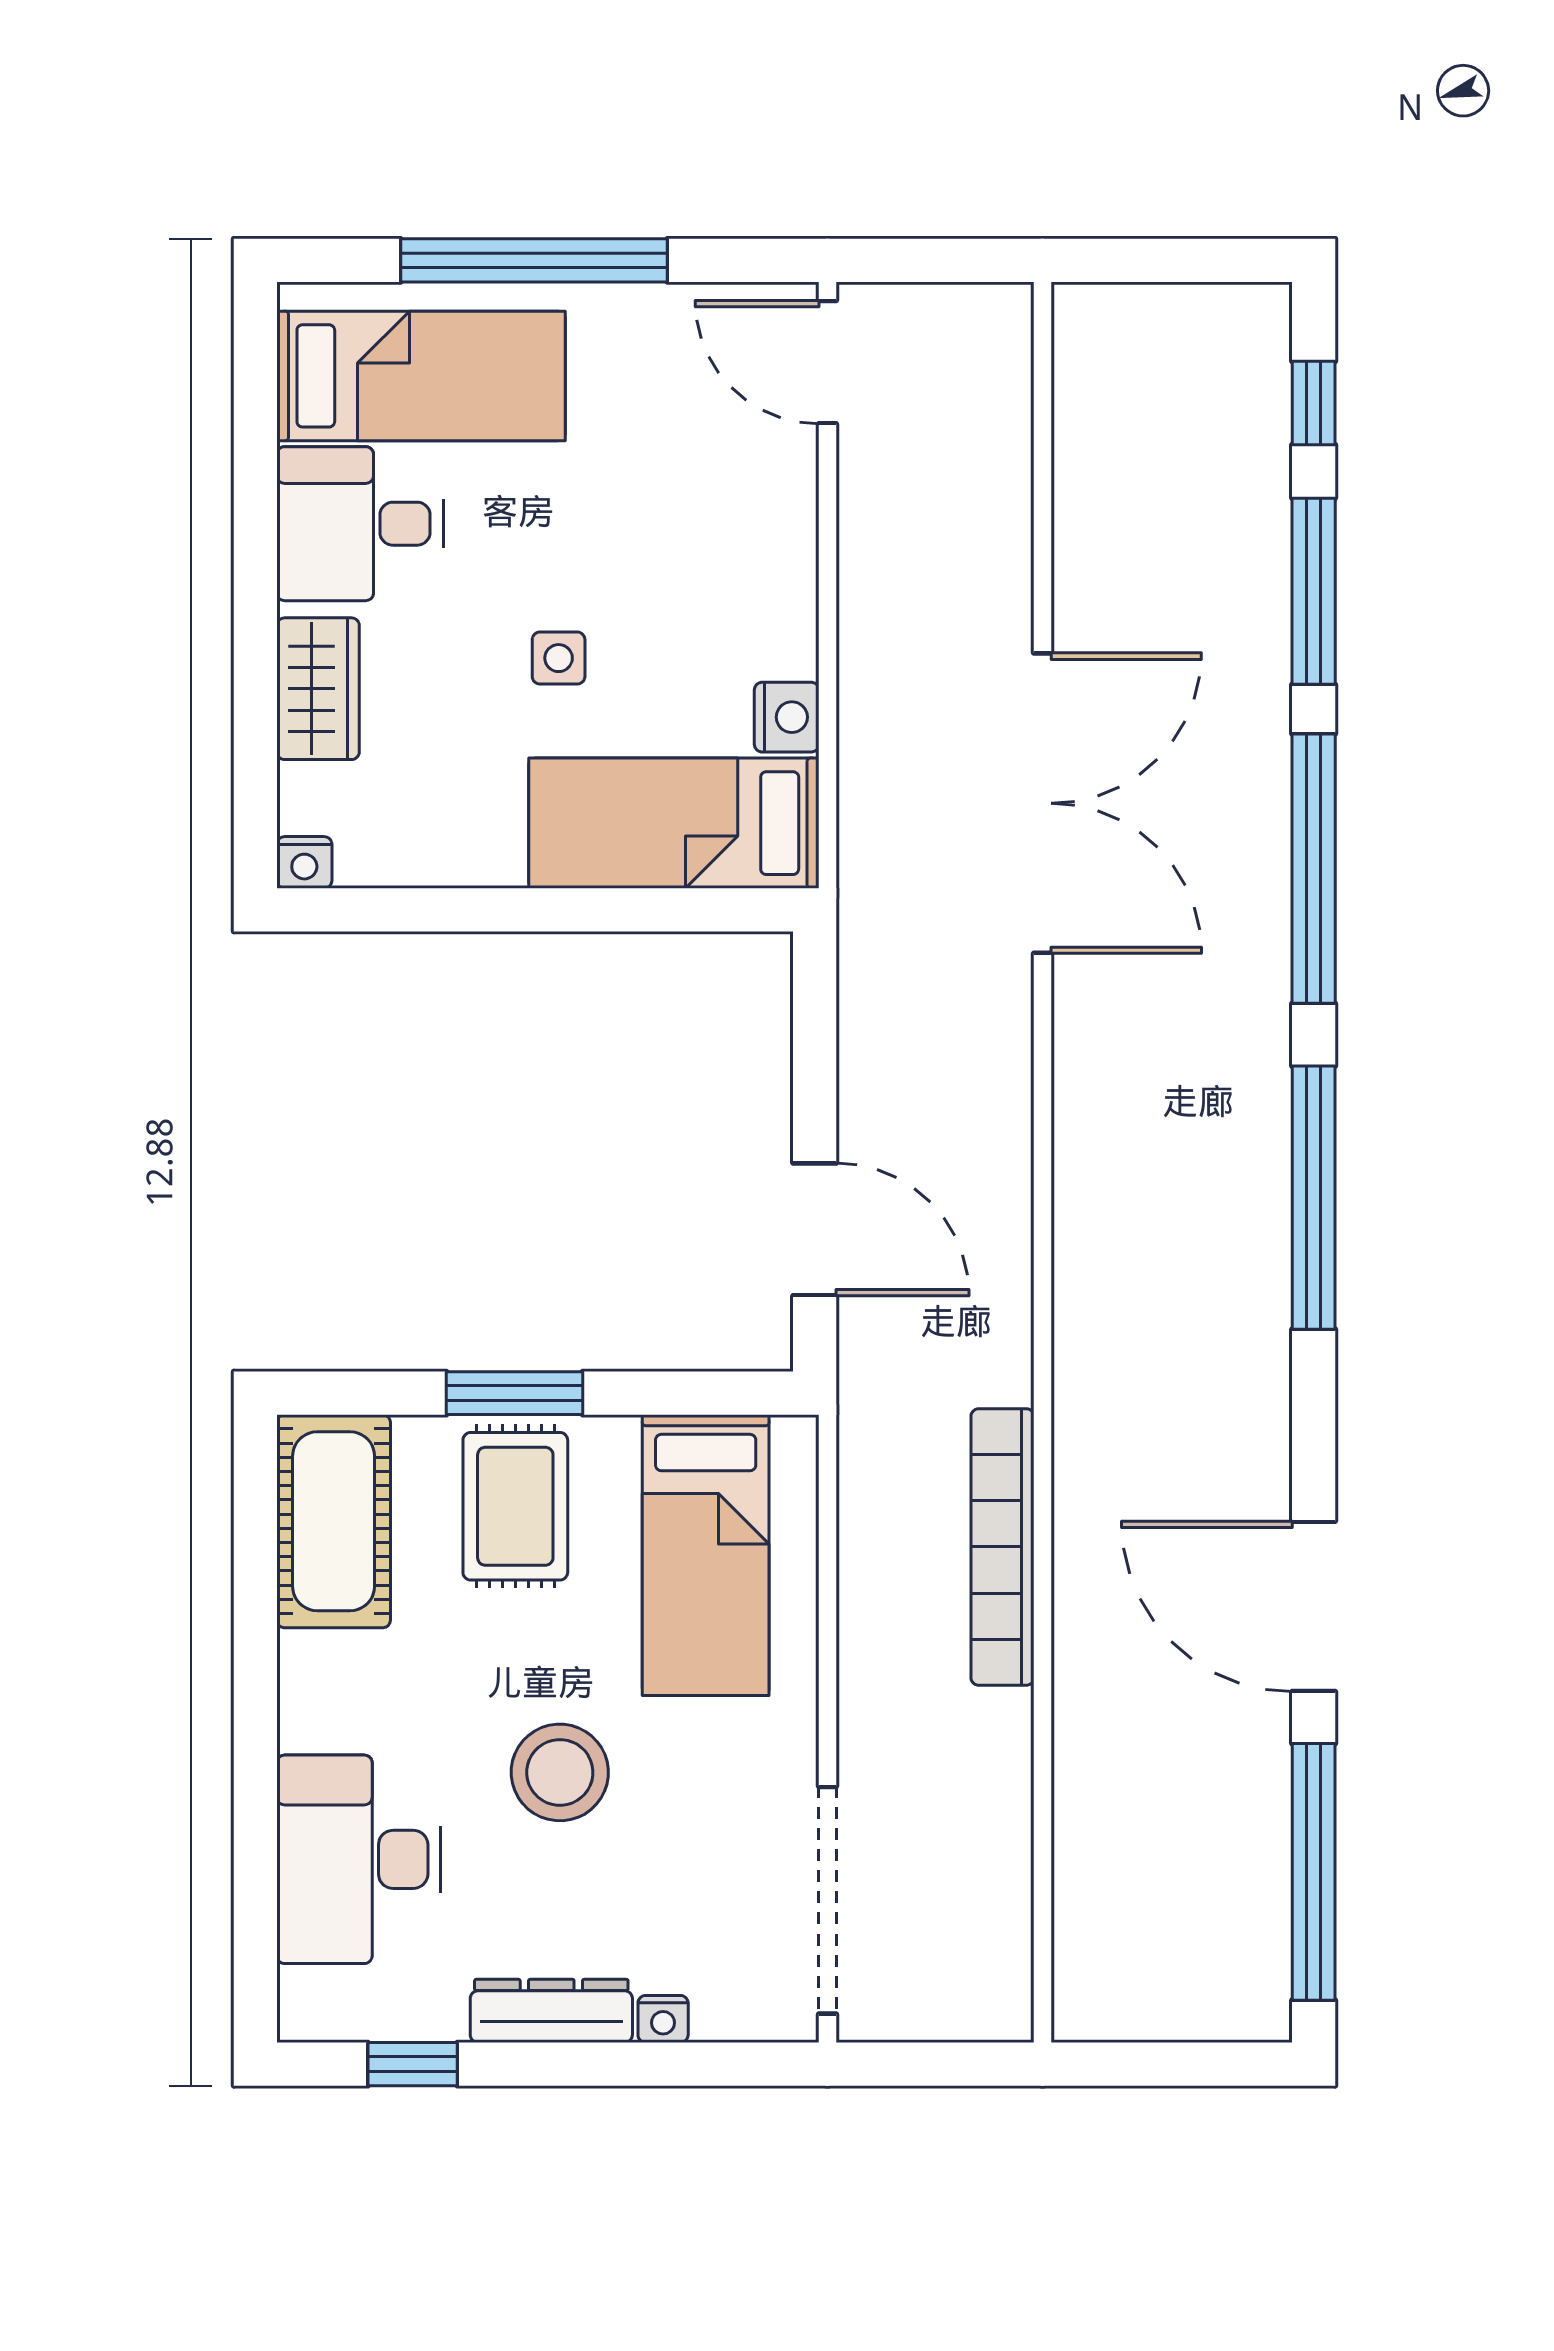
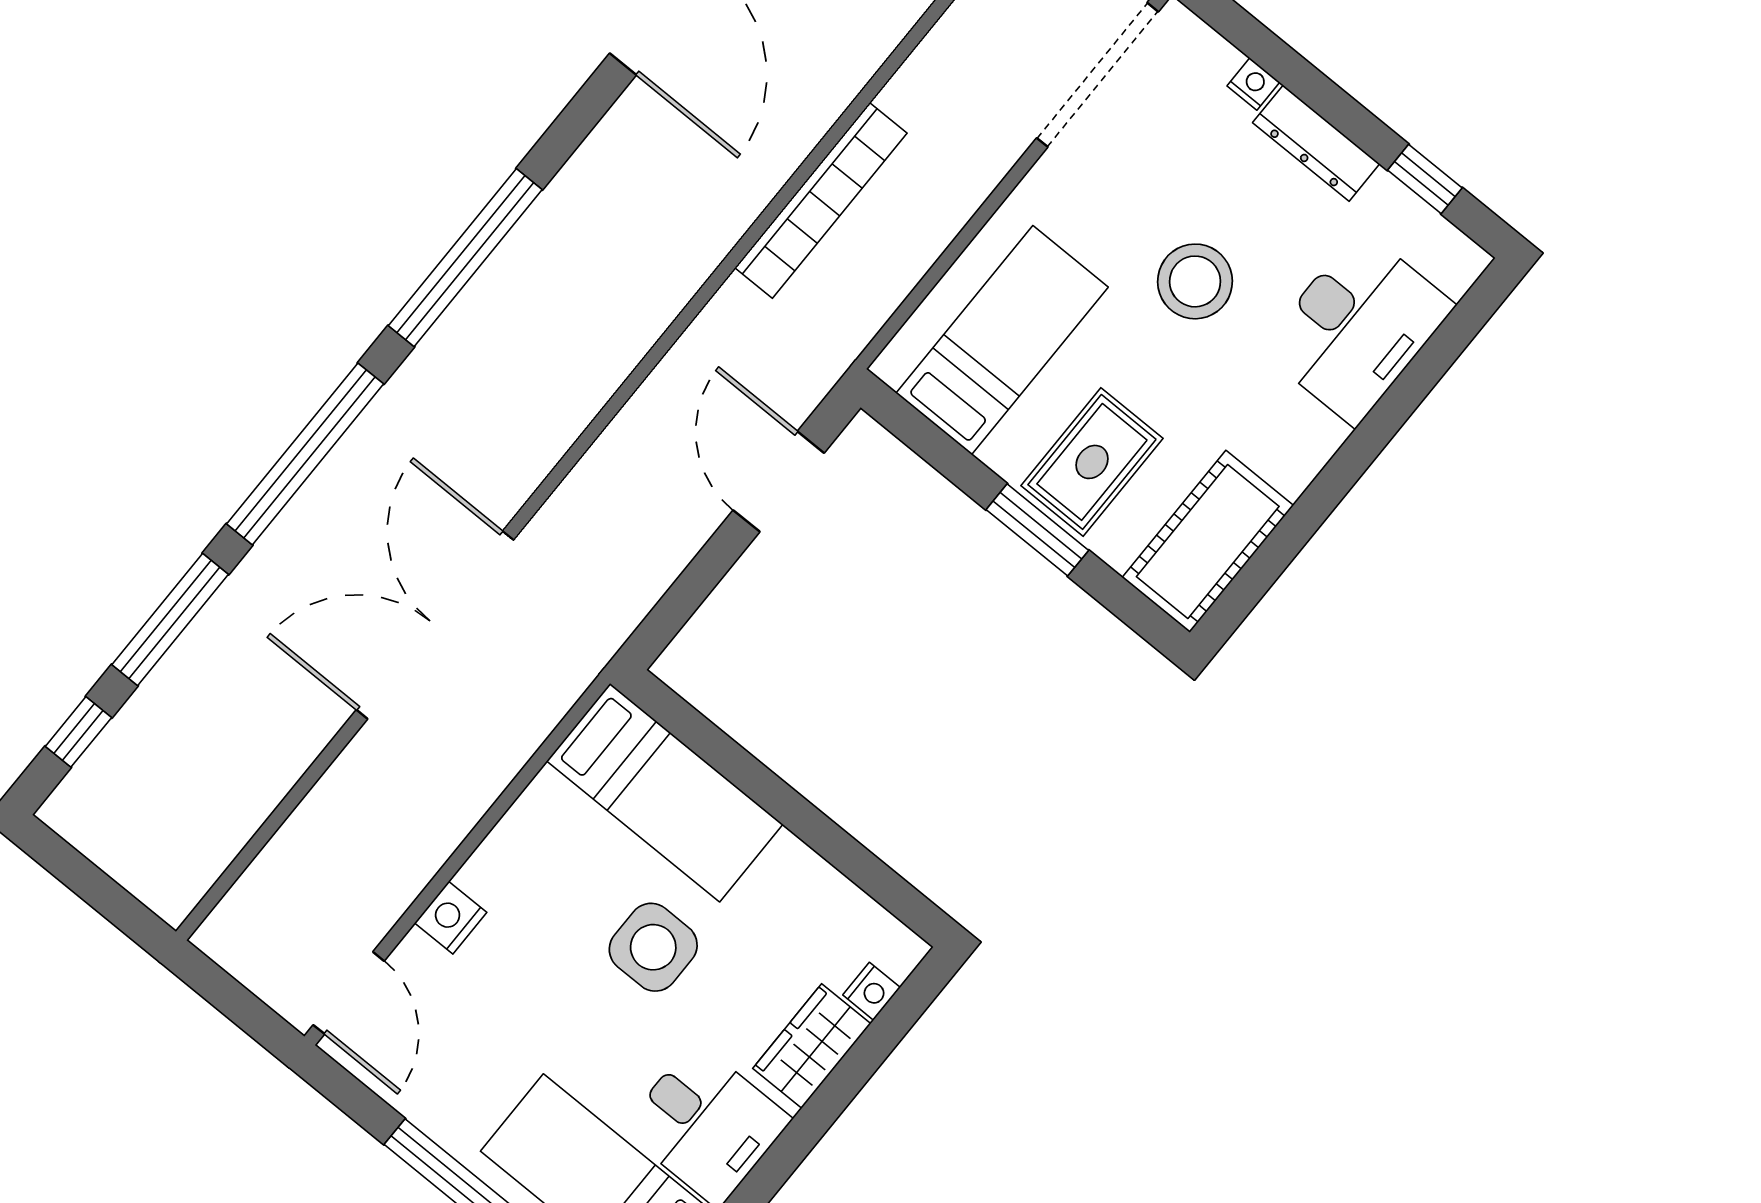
side table: (559, 658) -> (653, 947), width x1.87, depth x1.87
nightstand: (787, 717) -> (451, 918), moved
nightstand: (304, 862) -> (872, 991), moved, turned 90

